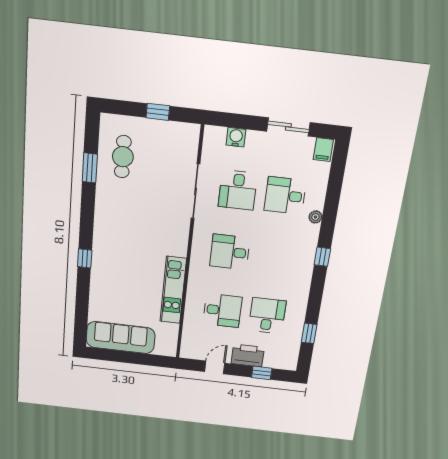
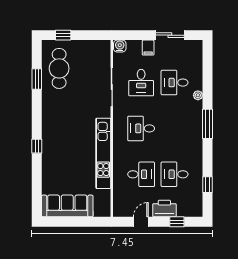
window: (158, 112) -> (63, 35), moved
water cooler: (236, 137) -> (120, 46), moved
filing cabinet: (323, 150) -> (148, 48), moved
cafe table: (123, 157) -> (59, 68), width x1.37, depth x1.35
window: (322, 257) -> (208, 124), width x2.17
kitchen unit: (173, 290) -> (103, 153), width x1.36
desk: (267, 316) -> (175, 174), turned -90

